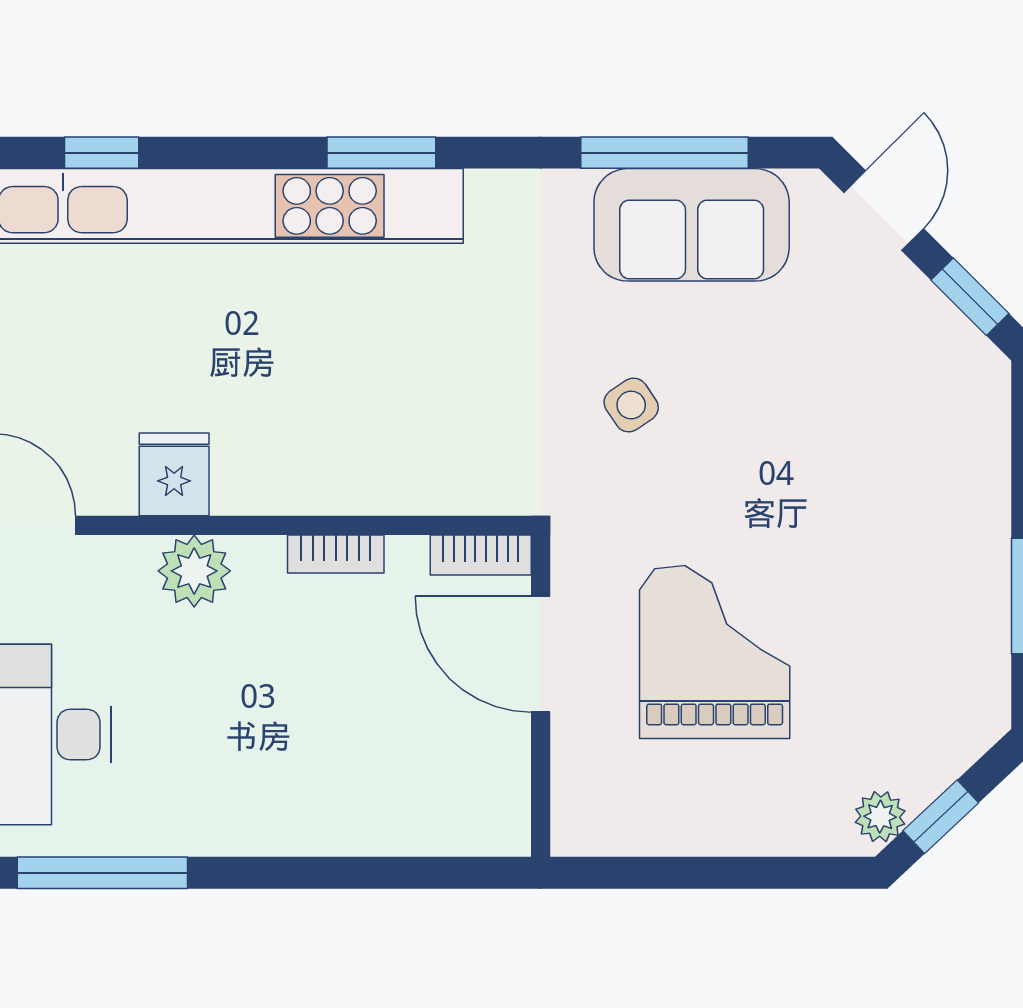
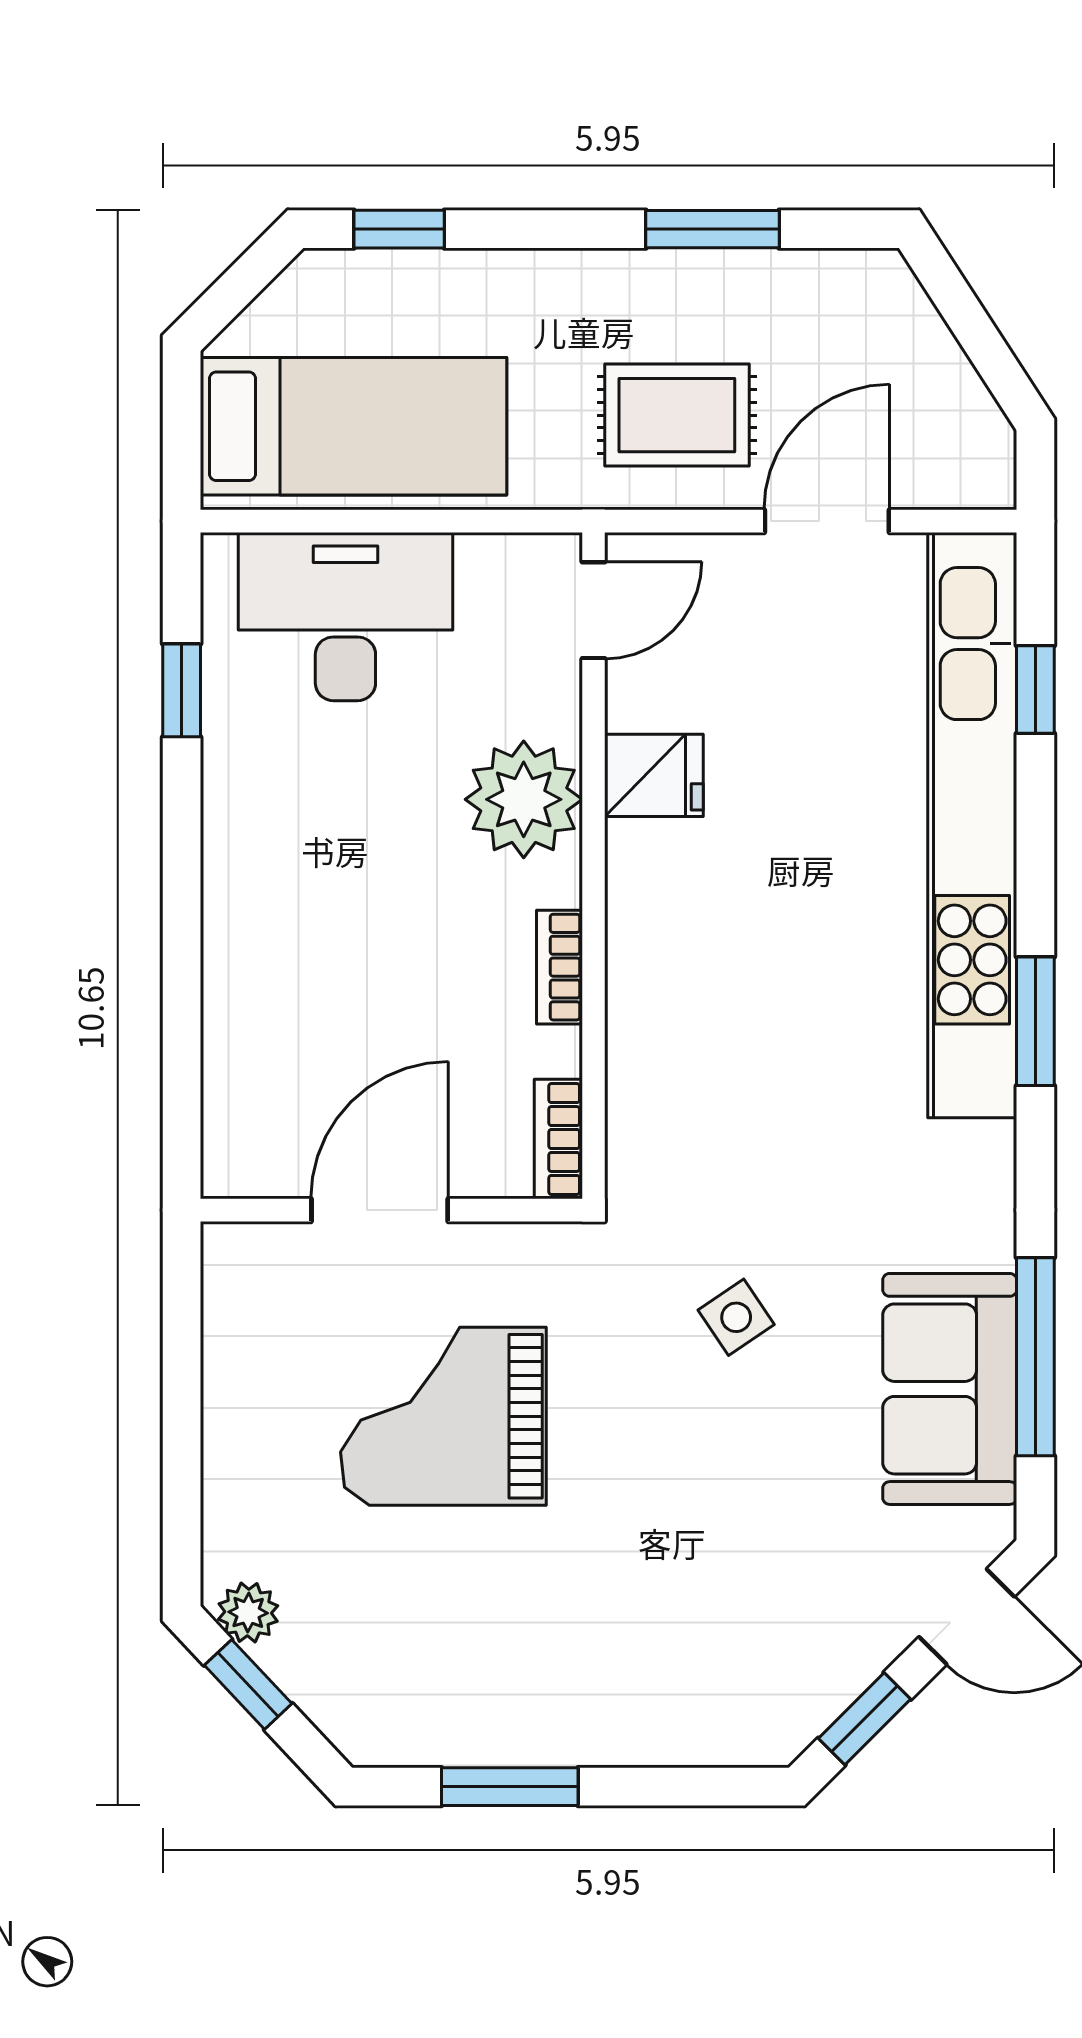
plant: (194, 571) -> (524, 799), width x1.36, depth x1.36
grand piano: (715, 652) -> (443, 1416), turned 180
door: (541, 654) -> (380, 1210), moved
window: (102, 873) -> (182, 690), width x0.46

